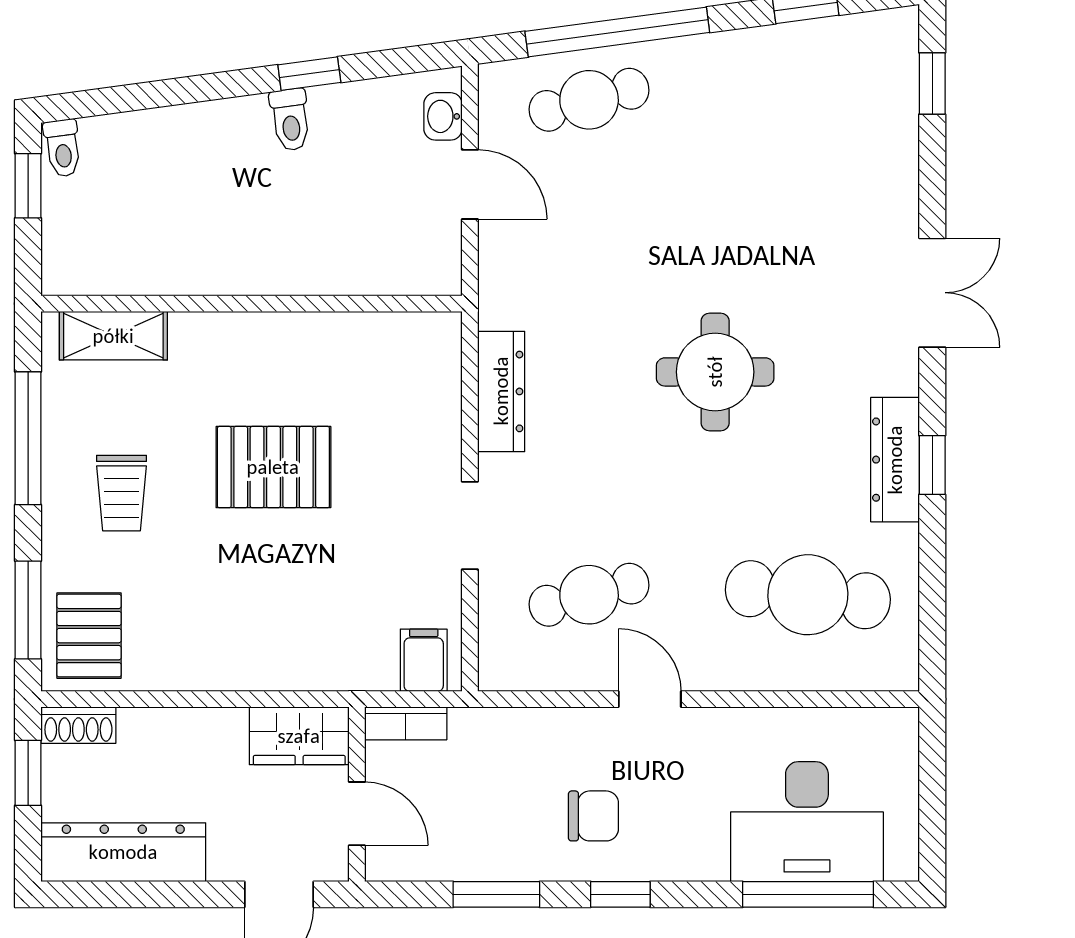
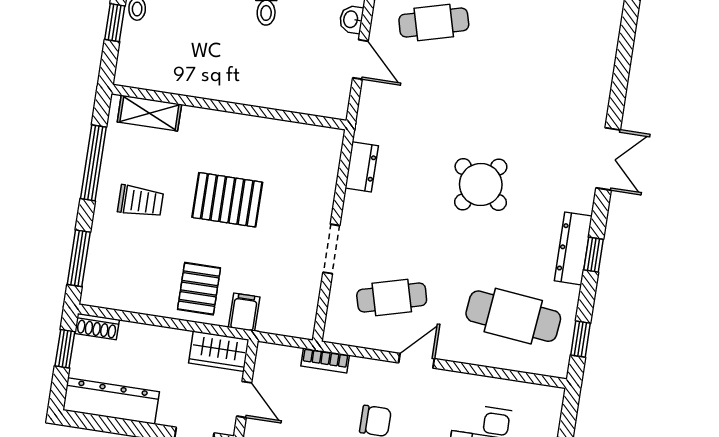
window: (932, 83) -> (580, 339), moved
round table: (715, 372) -> (481, 184), turned 37
dresser: (501, 391) -> (362, 167), width x0.70
trolley: (121, 493) -> (141, 201), turned -90
pallet: (89, 636) -> (199, 289), moved
filing cabinet: (424, 660) -> (244, 312), moved
door: (650, 699) -> (417, 361), hinge flipped
bookcase: (406, 723) -> (325, 360), moved

